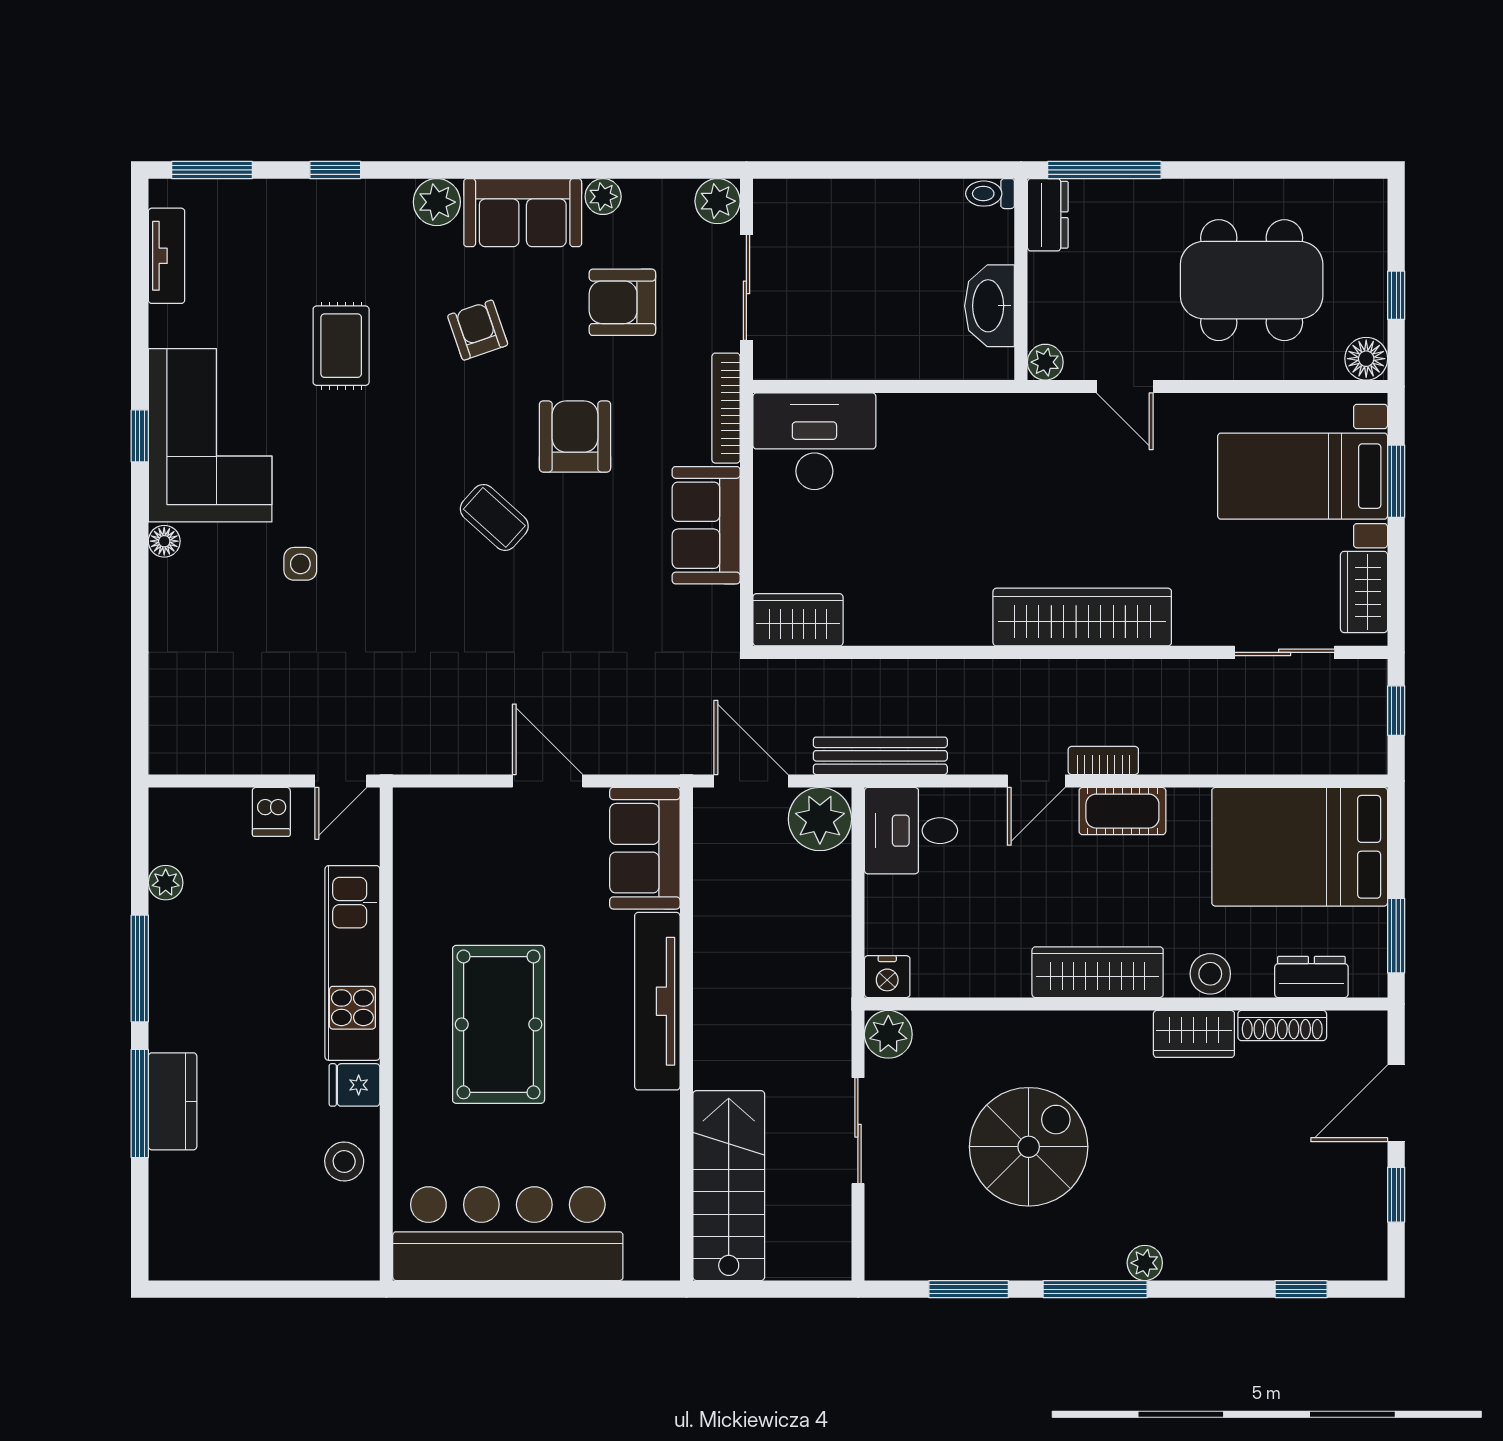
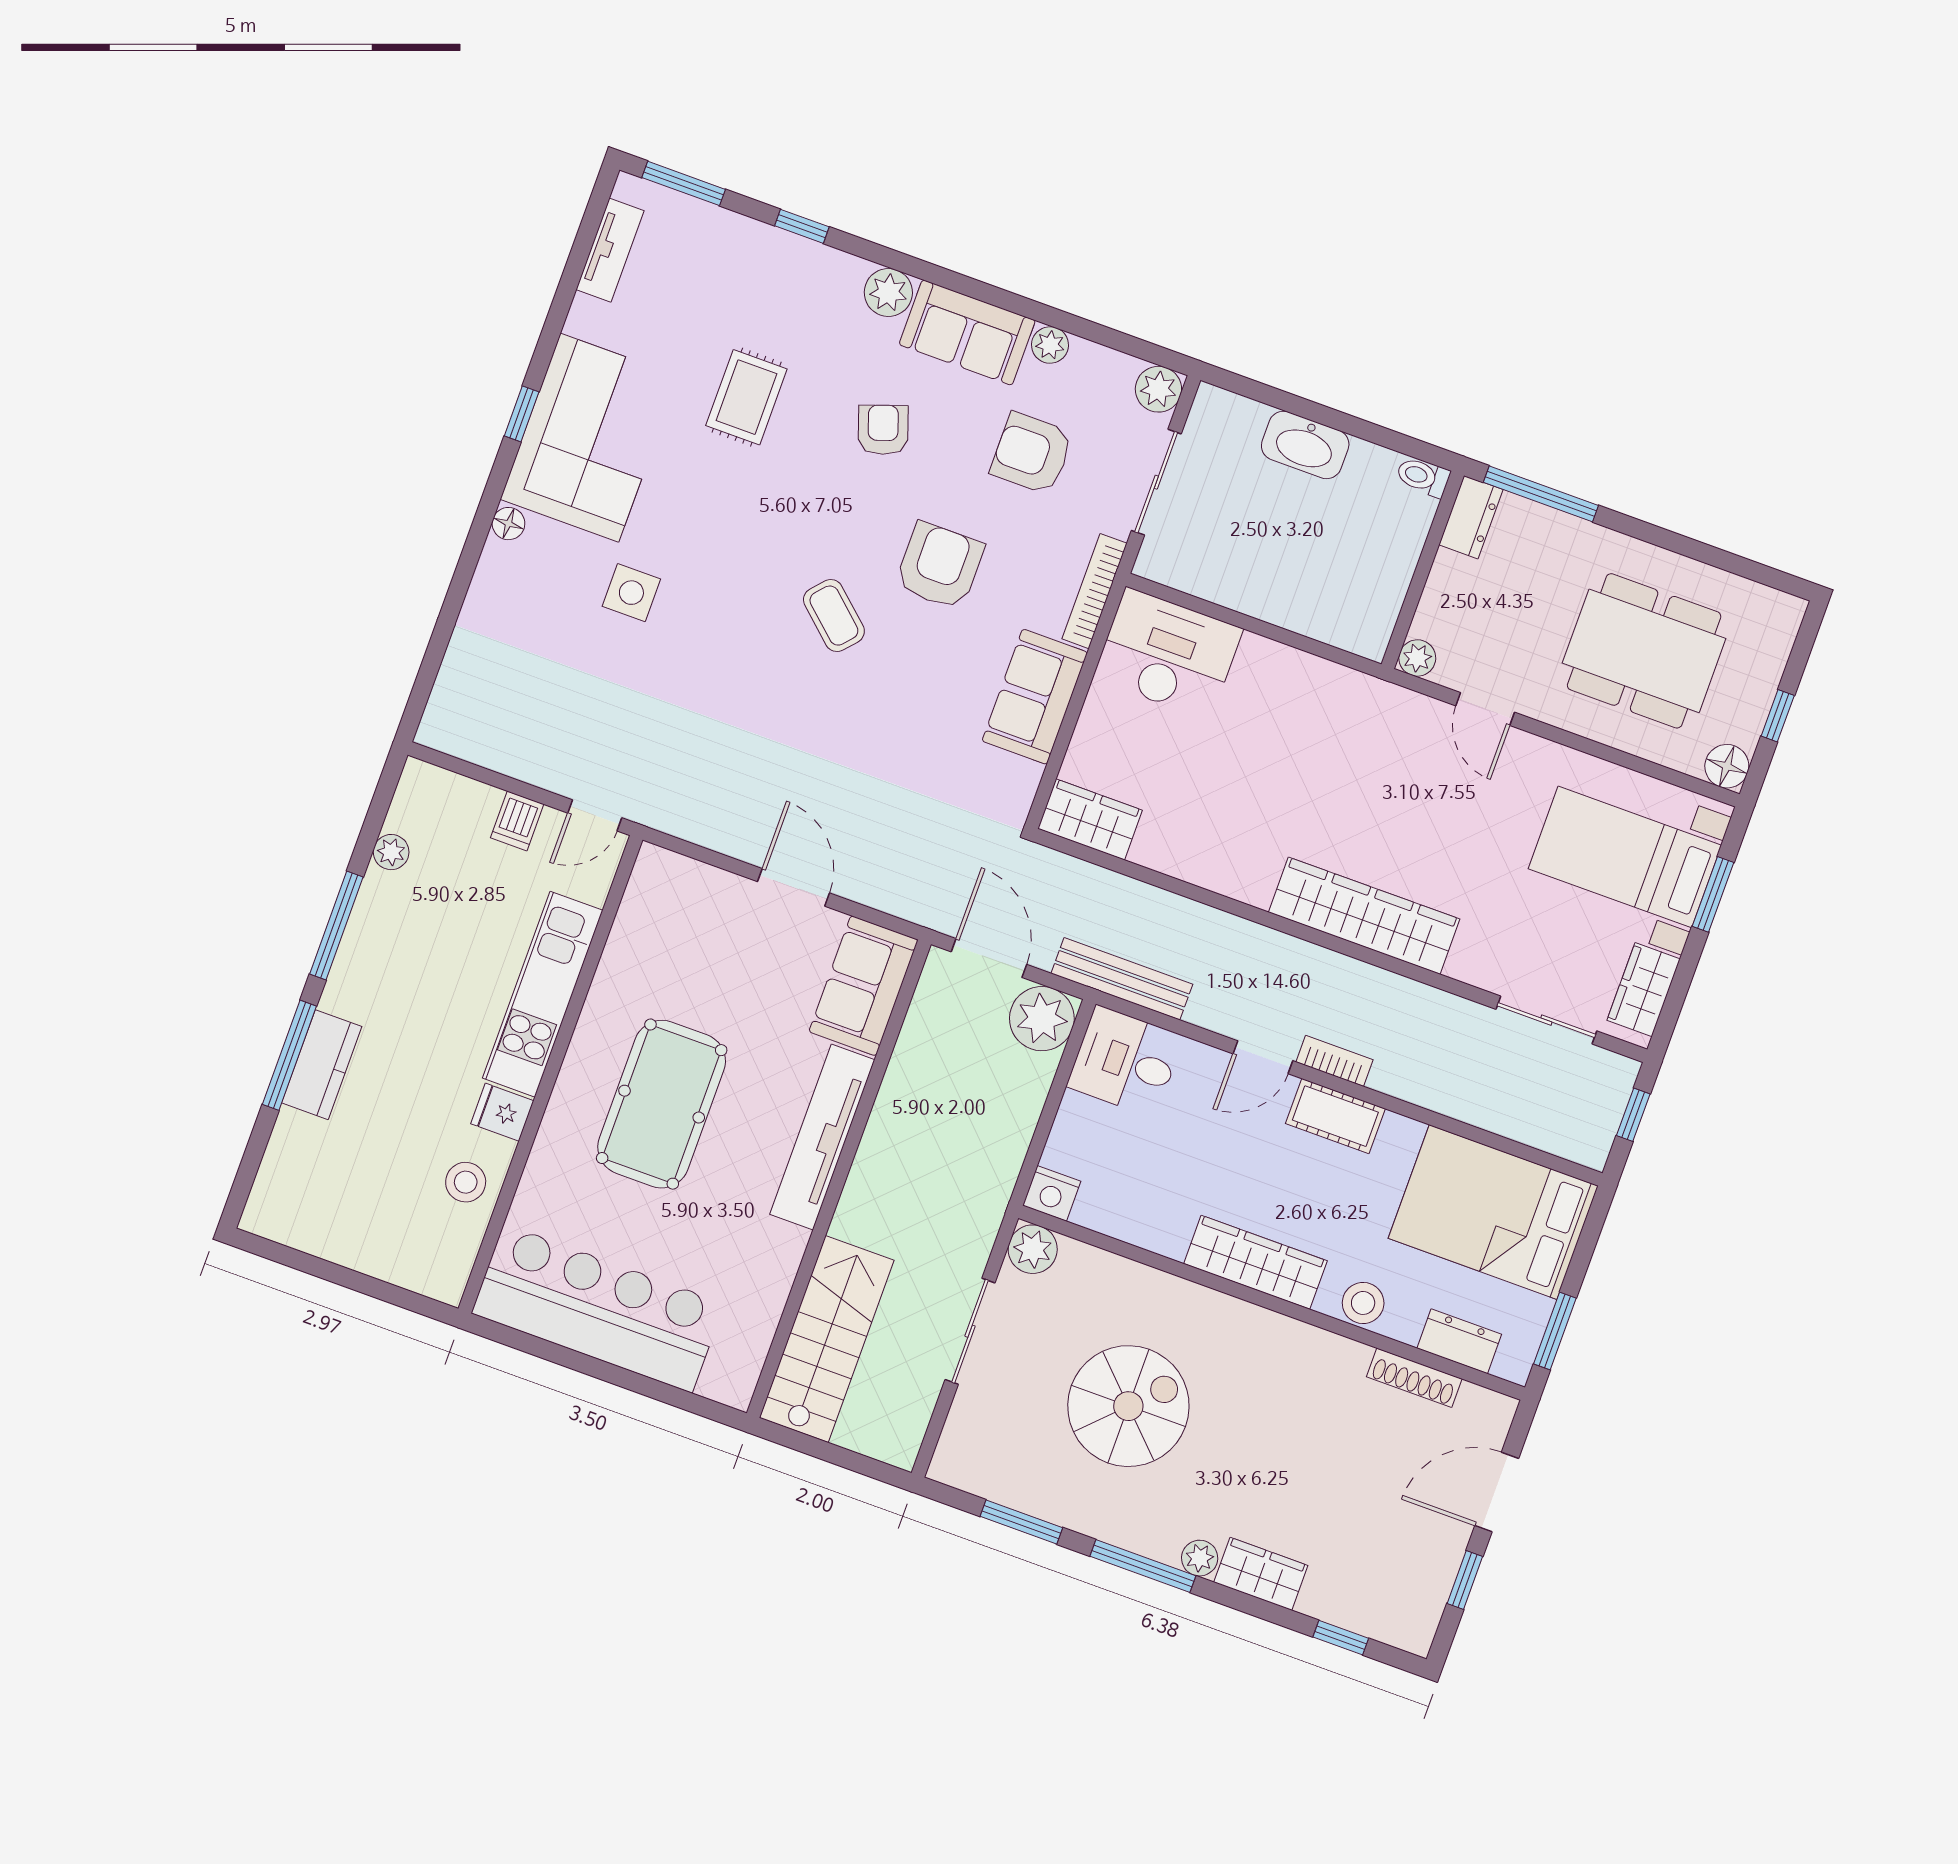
washbasin: (990, 306) -> (1305, 445), moved, turned -90
side table: (300, 564) -> (631, 593), width x1.37, depth x1.37
wardrobe: (1194, 1034) -> (1261, 1574), moved, turned 180

